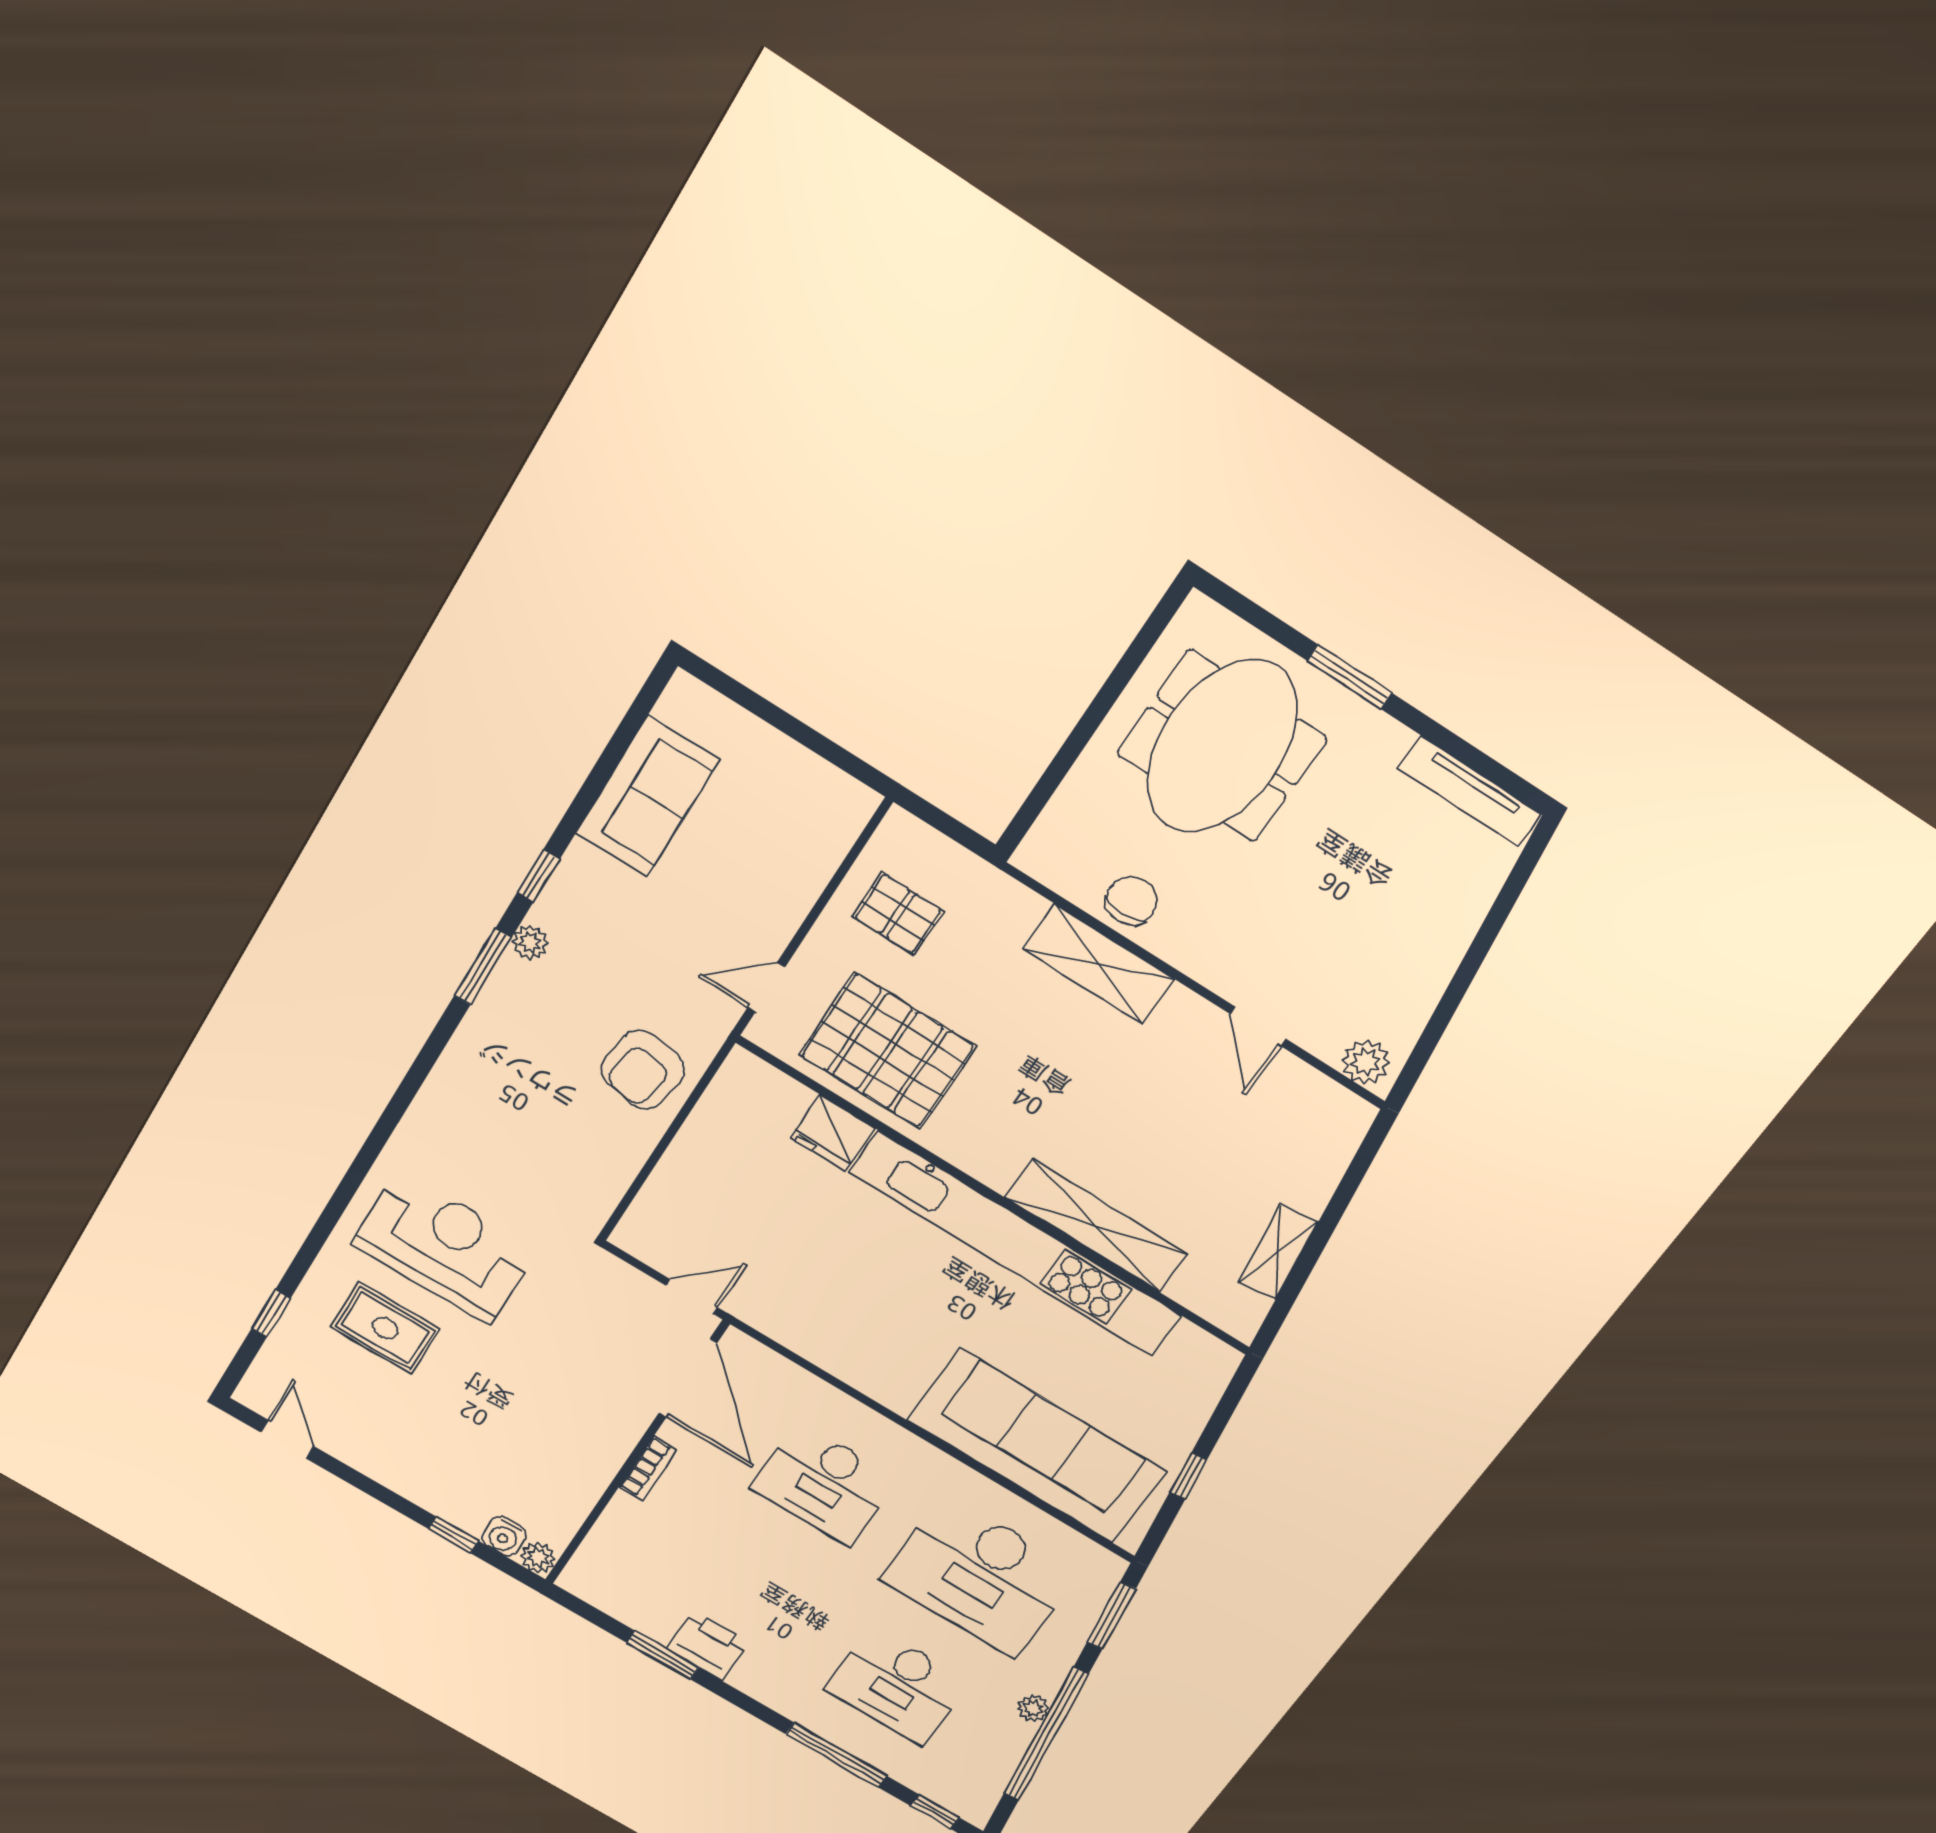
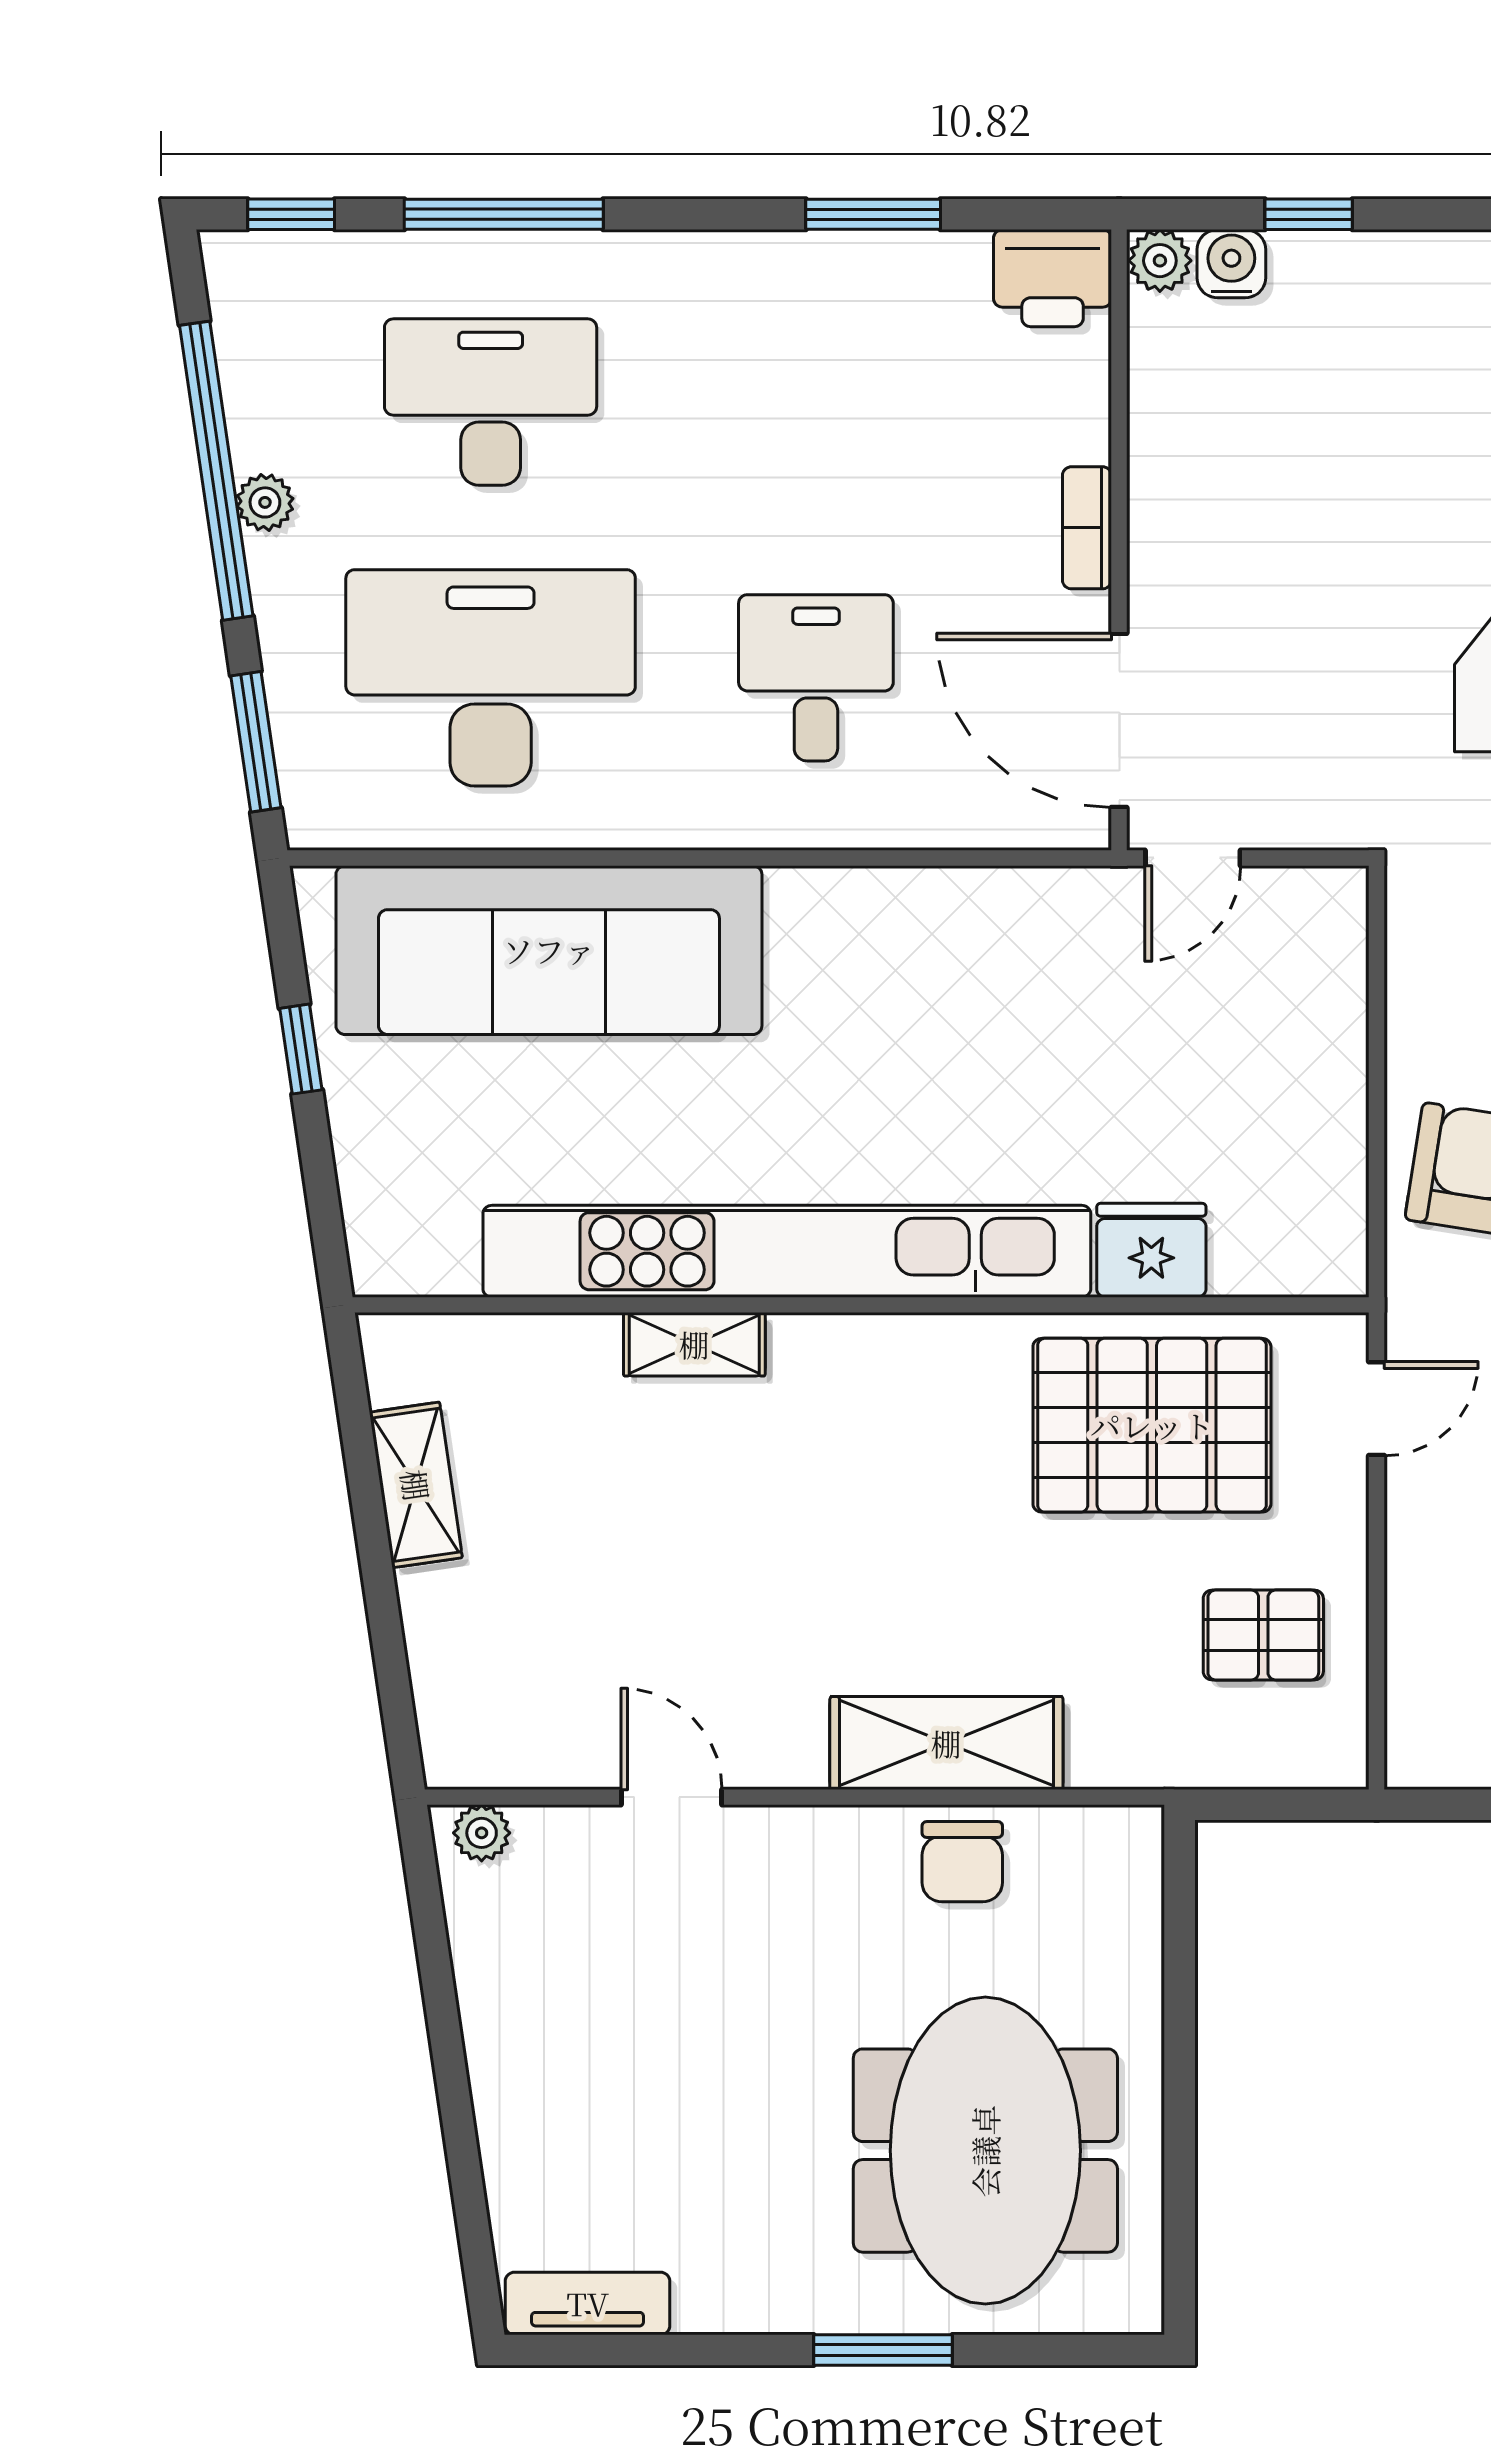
tv unit: (1470, 791) -> (588, 2303), width x0.71
plant: (1366, 1062) -> (482, 1833), width x0.73, depth x0.73
shelving: (1096, 1226) -> (694, 1344), width x0.45, depth x0.75
desk: (824, 1484) -> (816, 678), width x0.73
printer: (708, 1646) -> (1053, 278), moved

